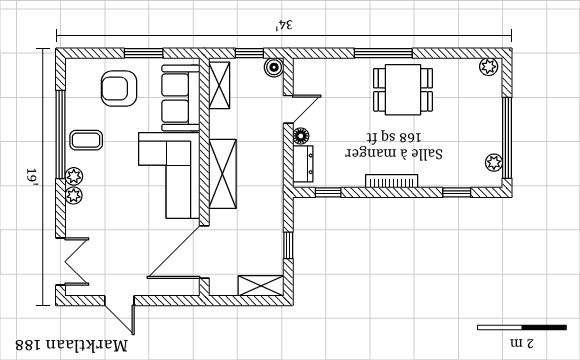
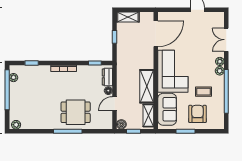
armchair: (119, 89) -> (197, 114), turned -90
dining table: (403, 90) -> (76, 112), moved
coffee table: (86, 140) -> (203, 92), moved
shelving: (222, 174) -> (147, 86), moved
double door: (61, 262) -> (226, 40), moved

